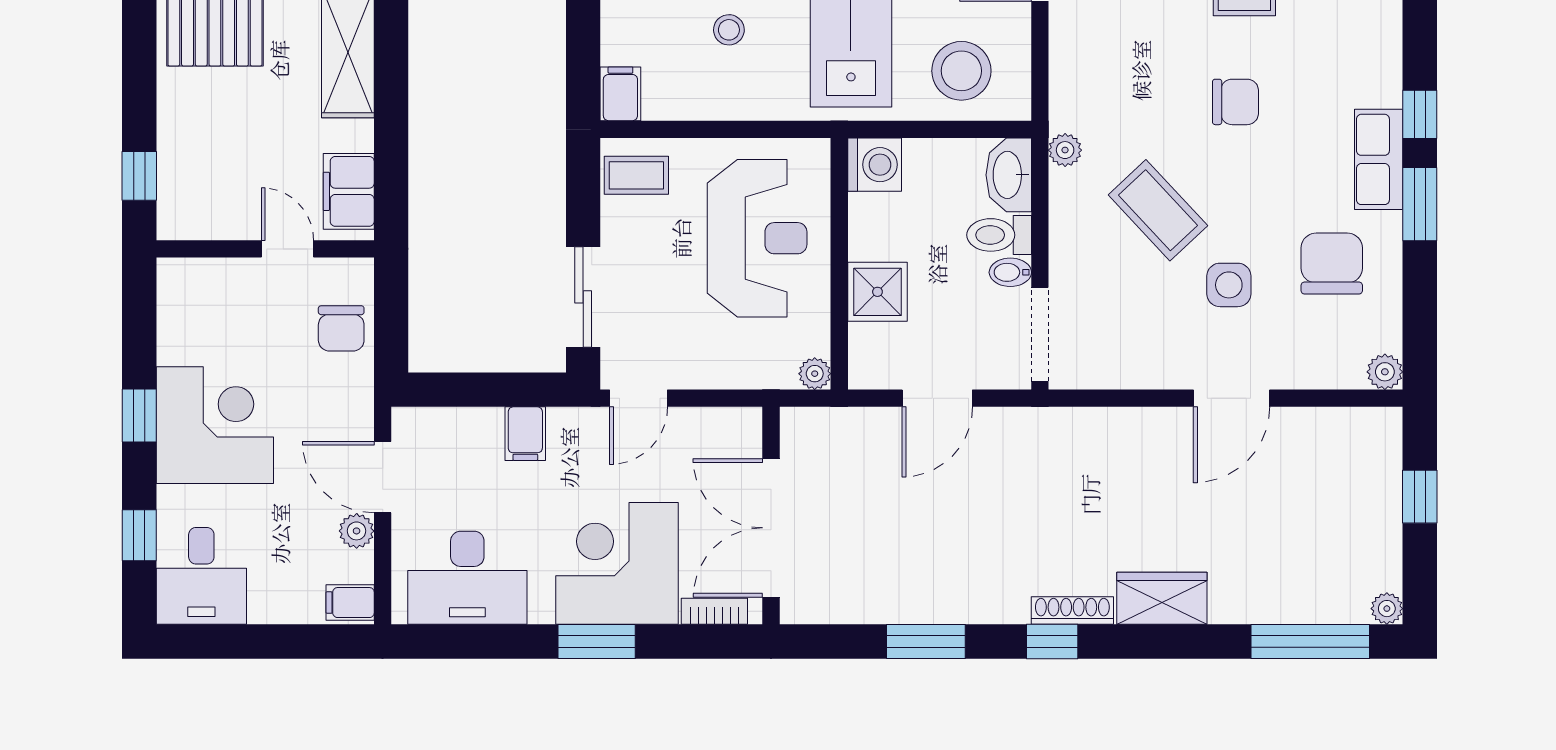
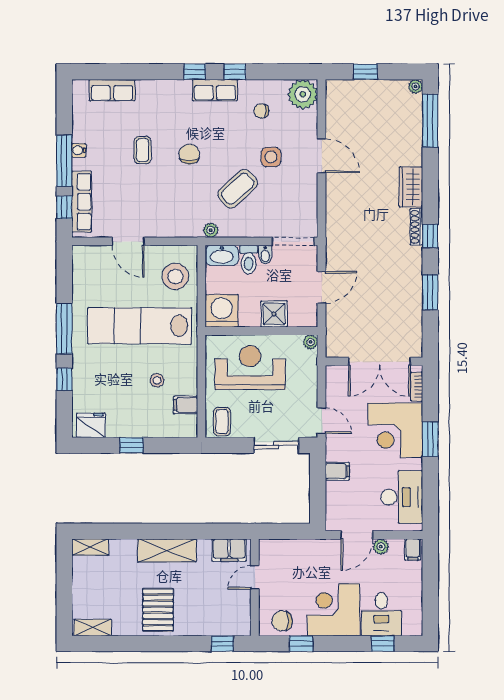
filing cabinet: (620, 94) -> (186, 405), moved
washing machine: (875, 165) -> (222, 311), width x1.37, depth x1.37
window: (1420, 204) -> (235, 72), width x0.67
chair: (1332, 264) -> (261, 111), width x0.54, depth x0.54
chair: (341, 328) -> (282, 621), moved, turned 180
plant: (1385, 372) -> (303, 94), width x1.88, depth x1.88
door: (937, 398) -> (322, 287), hinge flipped
window: (139, 415) -> (301, 644), moved
desk: (201, 576) -> (381, 614), moved, turned 90

